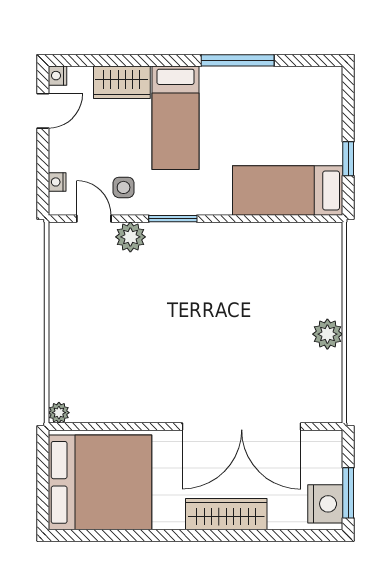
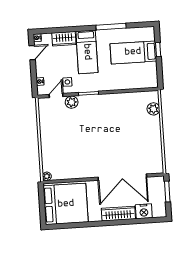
window: (348, 159) -> (158, 50), moved
bed: (288, 191) -> (133, 52), moved
door: (94, 219) -> (56, 96), hinge flipped
plant: (327, 334) -> (153, 109), moved
window: (348, 493) -> (167, 192), moved
nightstand: (325, 504) -> (144, 211), moved, turned 90

